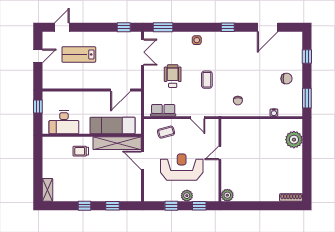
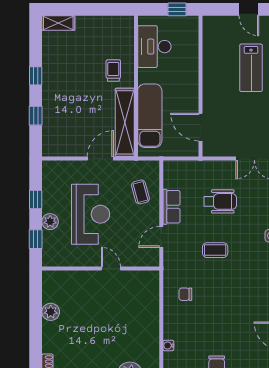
lab bench: (79, 54) -> (251, 68), turned 180
row of seats: (163, 110) -> (172, 207), moved
plant: (227, 195) -> (51, 312), moved

